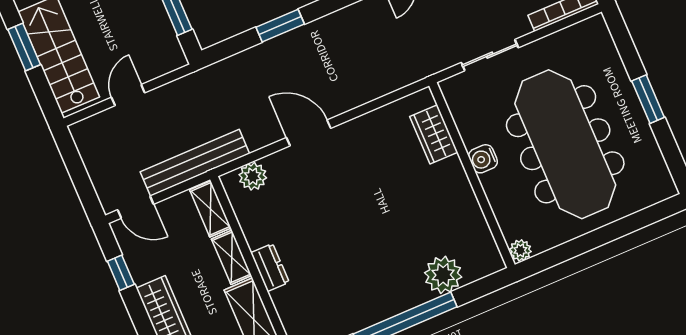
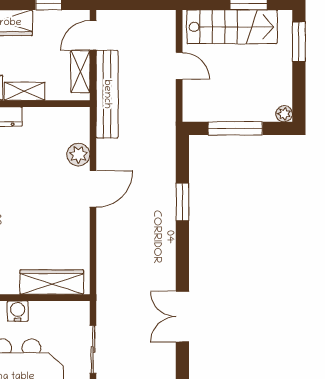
wardrobe: (434, 134) -> (52, 282), width x1.50
plant: (253, 176) -> (78, 155), moved
shelving: (210, 209) -> (80, 72), moved, turned 90

